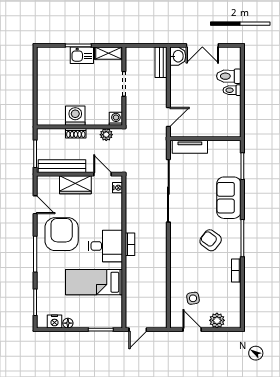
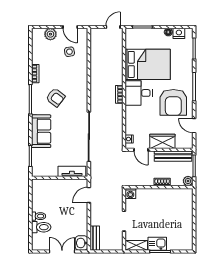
washing machine: (75, 116) -> (162, 196), removed
plant: (106, 135) -> (188, 181), moved
bed: (94, 282) -> (148, 64), width x1.50

